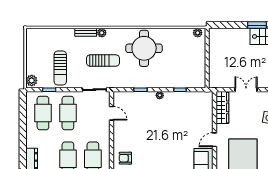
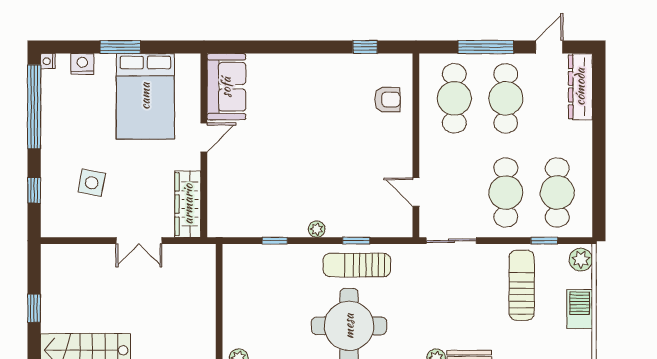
barbecue: (32, 56) -> (580, 309), added
sun lounger: (103, 60) -> (357, 265), moved

